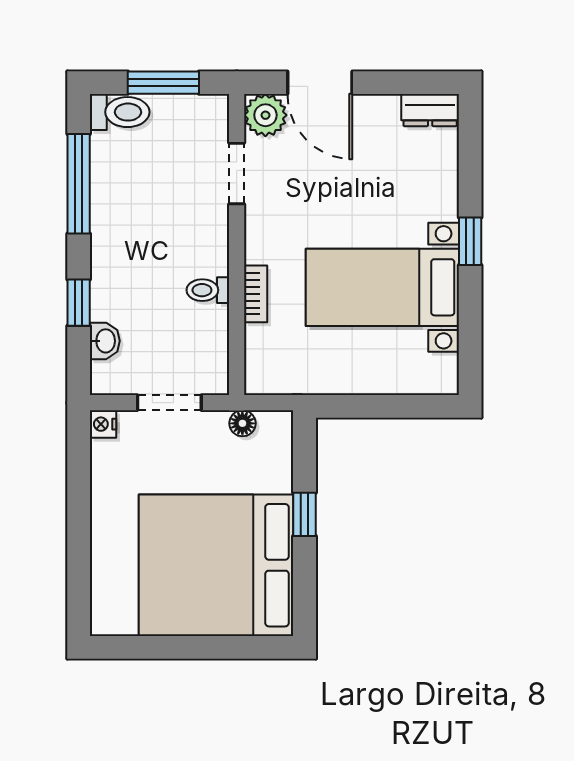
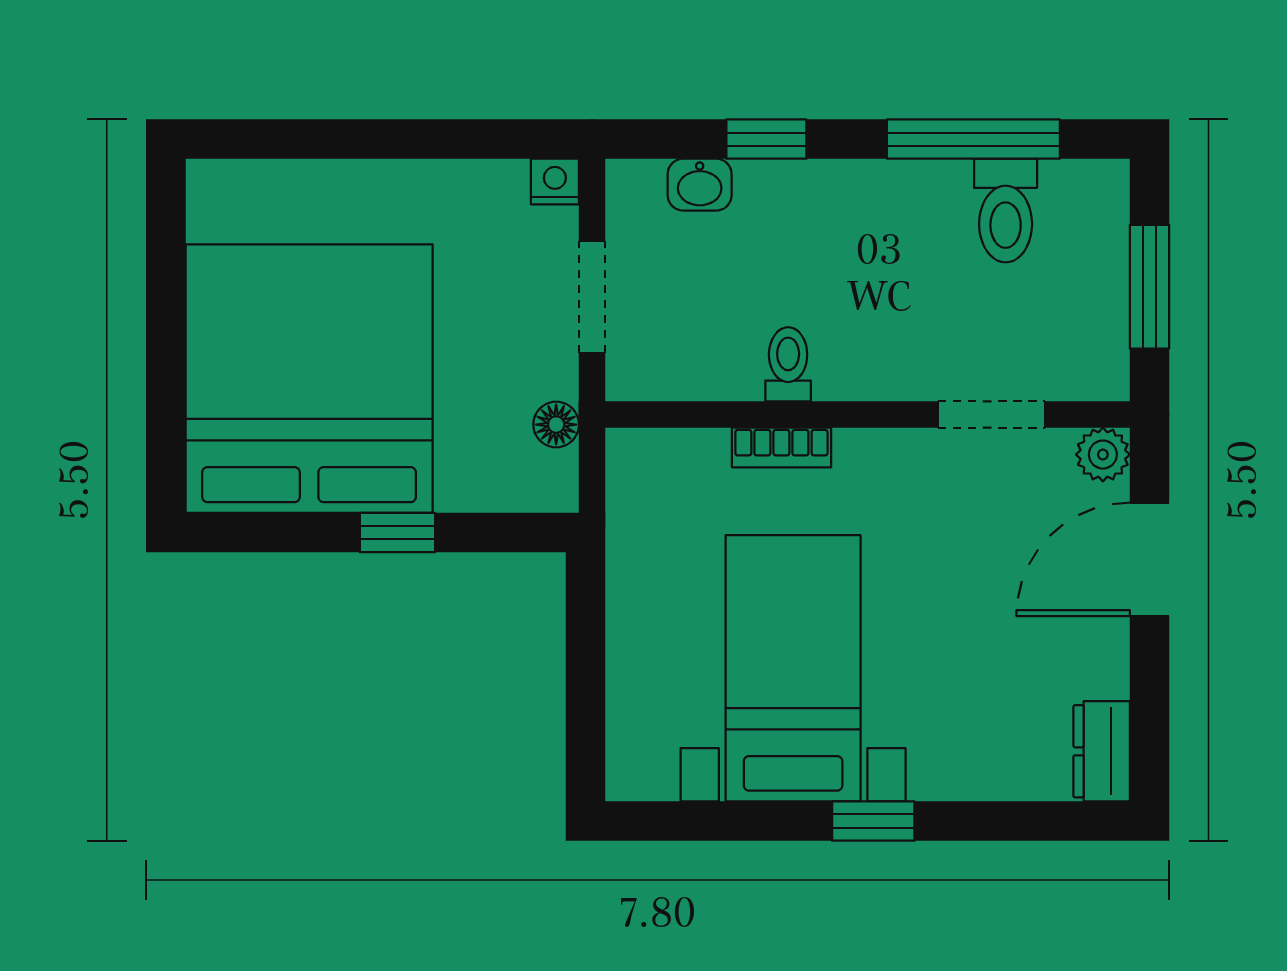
toilet: (120, 112) -> (1006, 211), moved
plant: (265, 115) -> (1103, 455), width x0.73, depth x0.73

